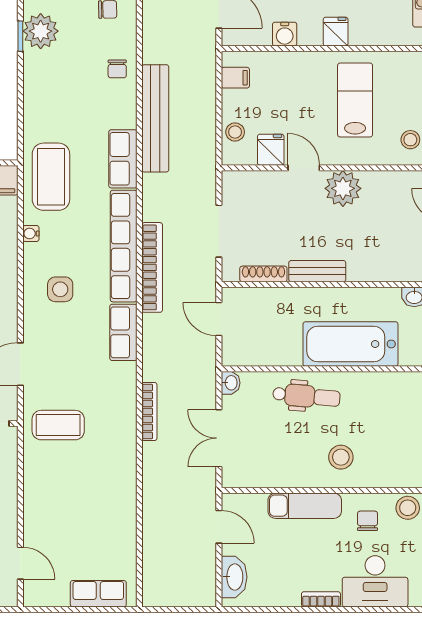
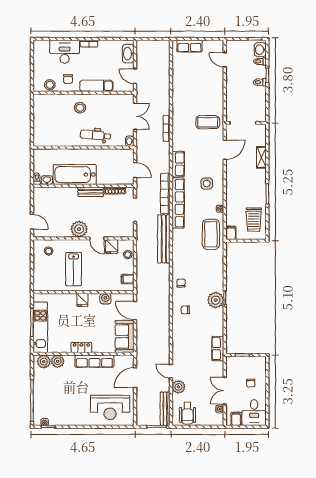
bench: (155, 118) -> (164, 239), moved
row of seats: (123, 159) -> (178, 242), removed
bathtub: (350, 344) -> (75, 175), moved, turned 180

